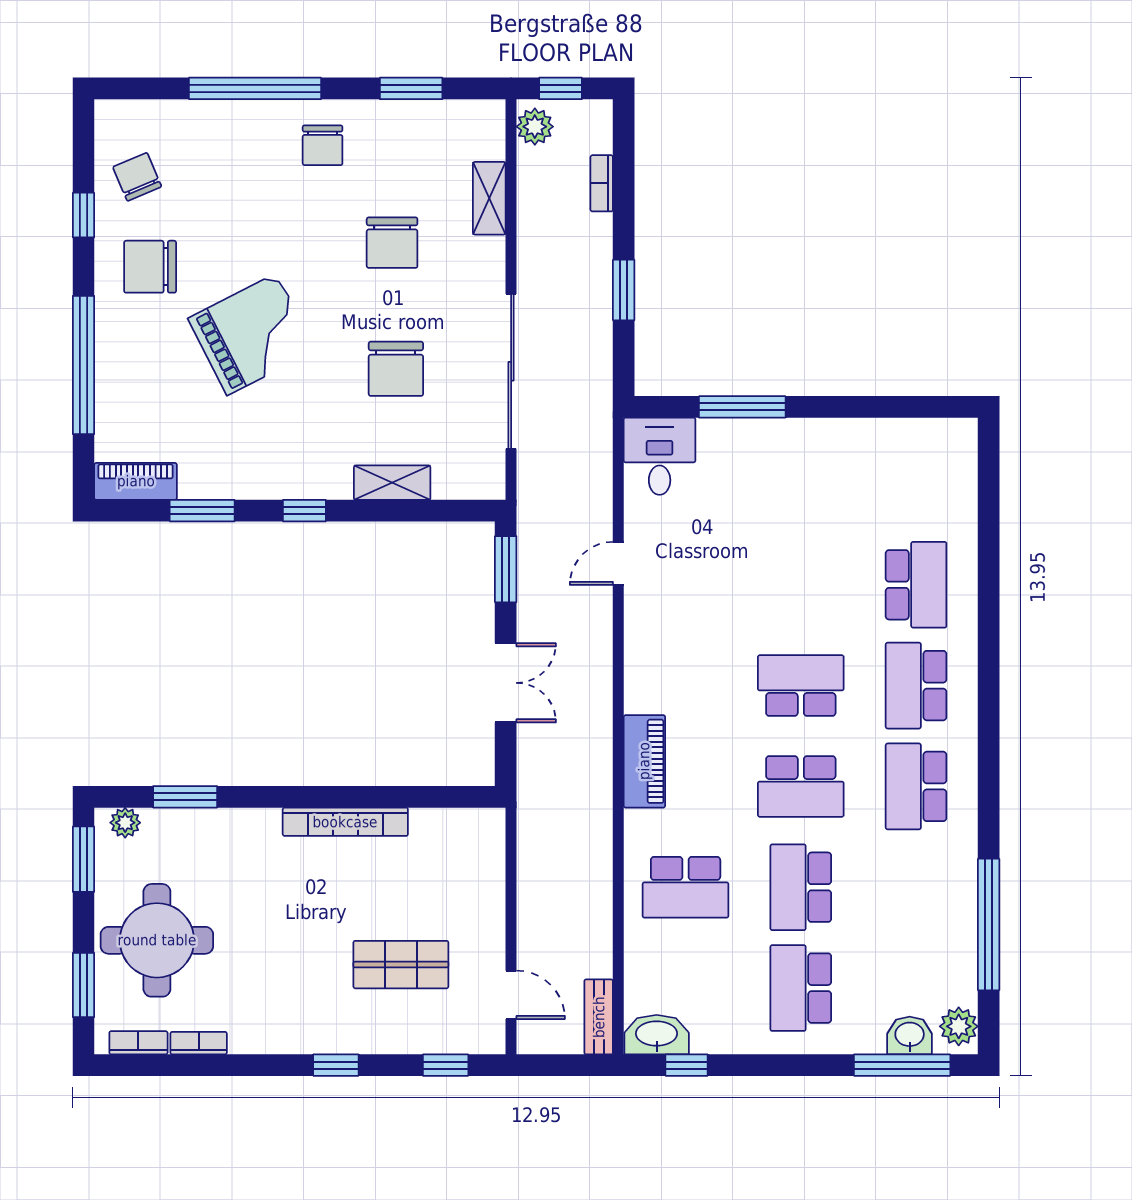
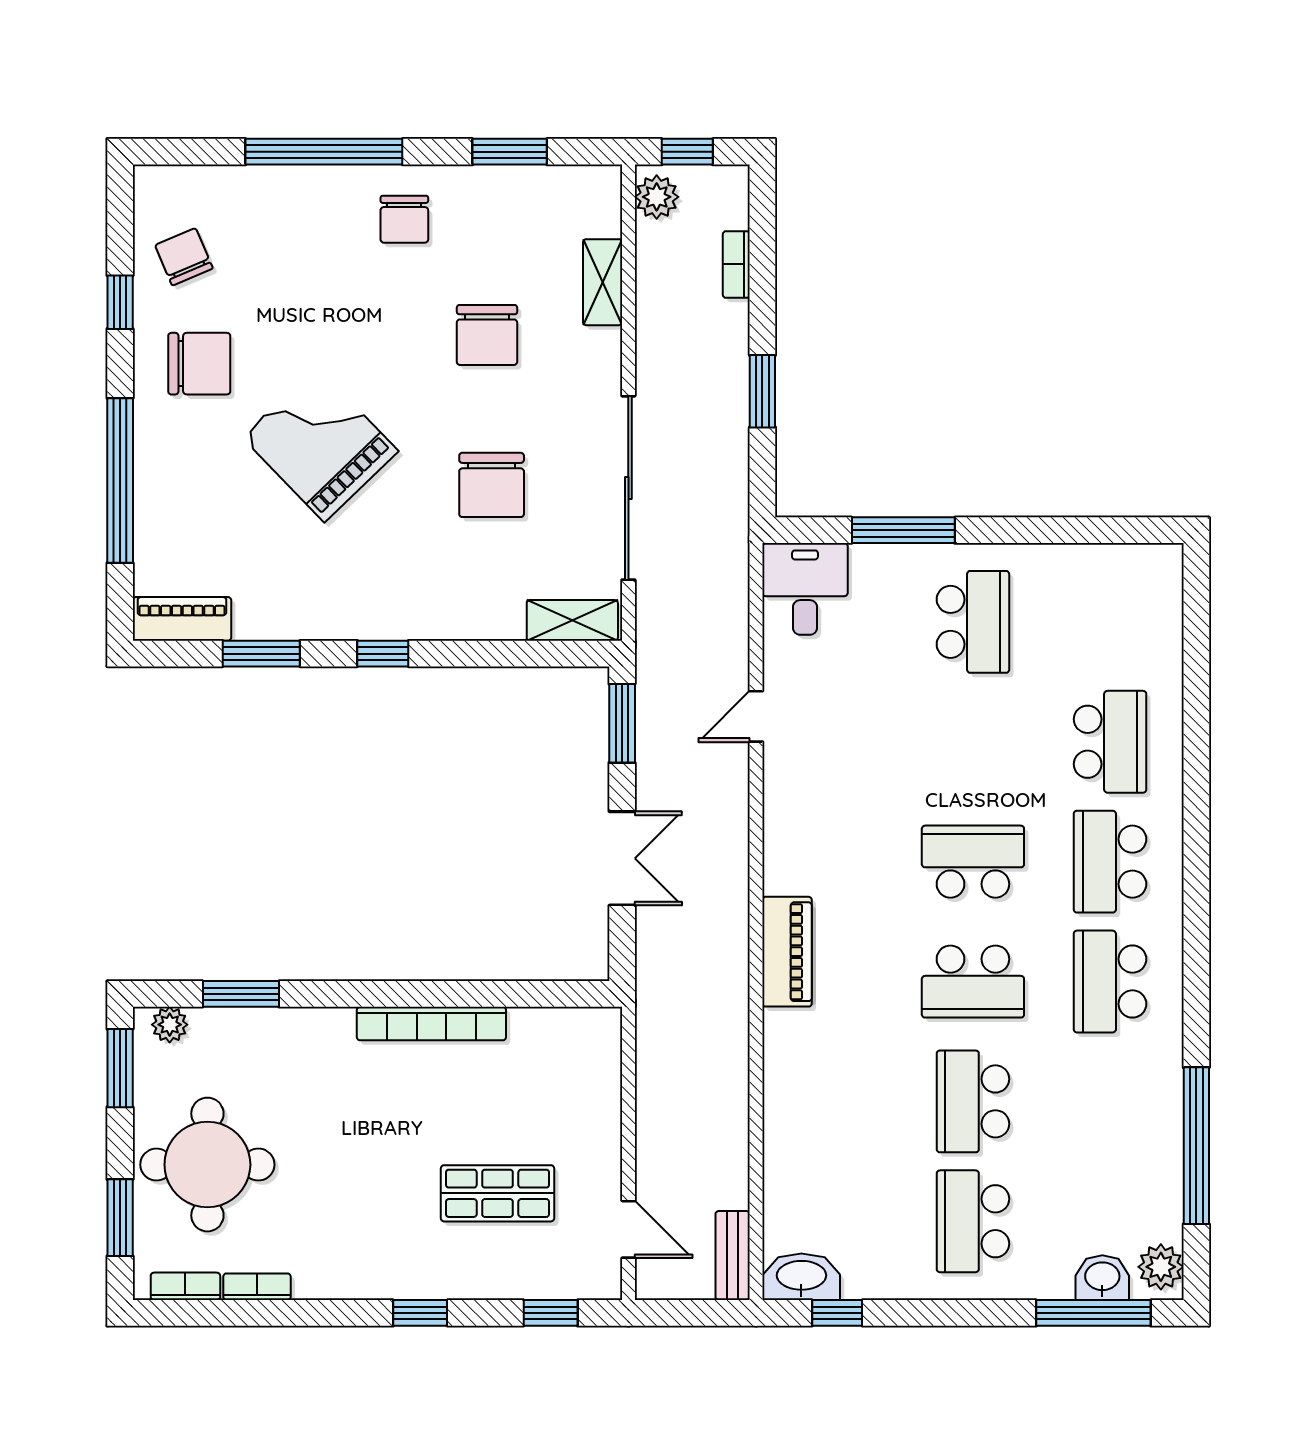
chair: (150, 267) -> (199, 364), turned 180
grand piano: (252, 334) -> (320, 444), turned -107
shelving: (392, 483) -> (572, 620), moved
school desk: (686, 887) -> (973, 622), moved, turned -90

